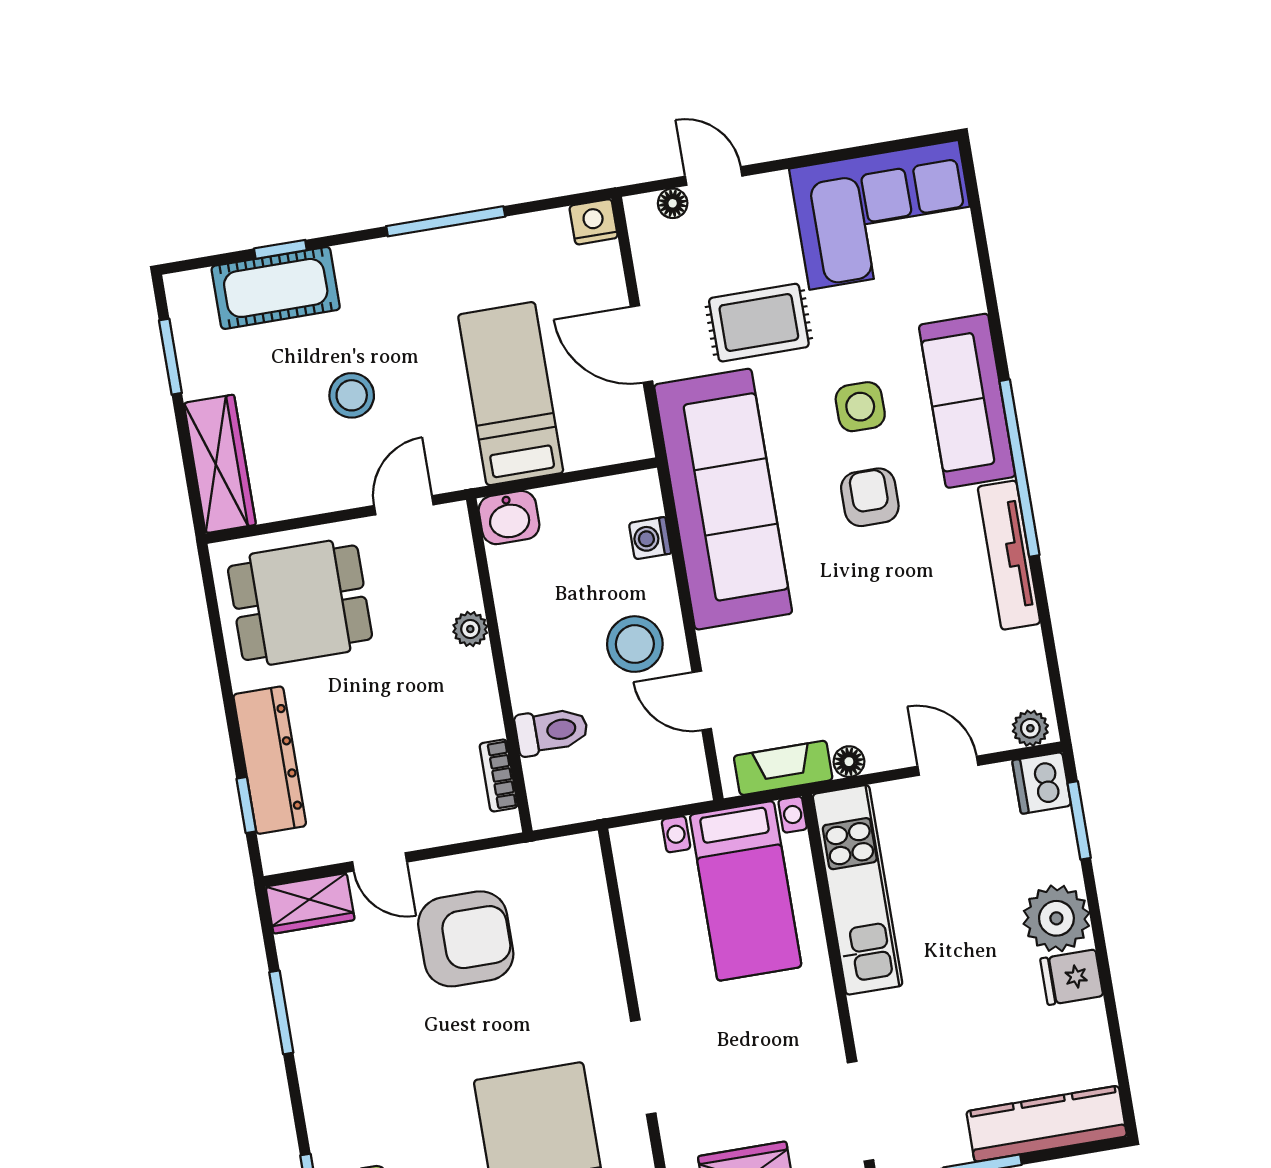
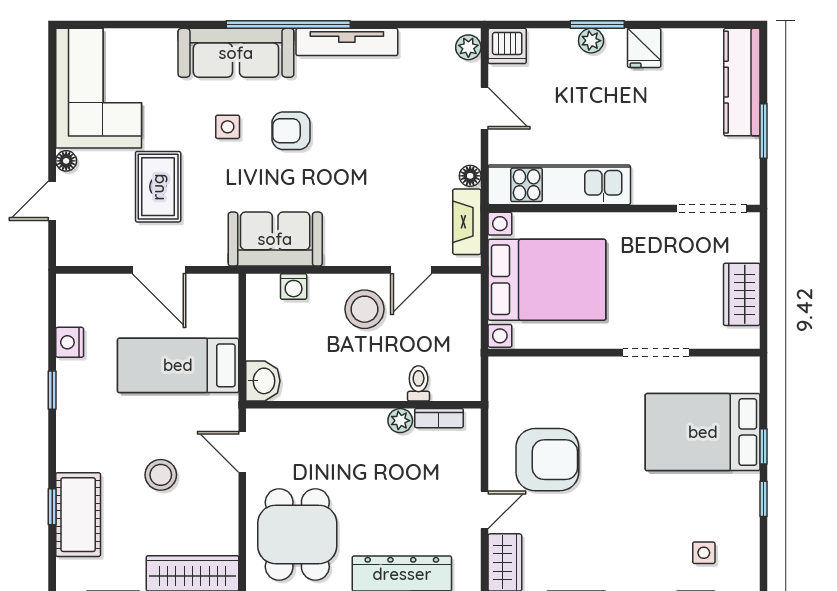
floor lamp: (673, 203) -> (66, 161), moved
window: (446, 221) -> (52, 390), width x0.46
nightstand: (594, 222) -> (70, 342), moved
door: (641, 344) -> (159, 270), hinge flipped
side table: (860, 407) -> (228, 127), width x0.73, depth x0.73
sofa: (723, 499) -> (275, 239), width x0.54, depth x0.79
plant: (470, 629) -> (400, 421), moved
toilet: (552, 731) -> (419, 383), width x0.73, depth x0.72
door: (948, 766) -> (484, 108), swing flipped
window: (1079, 820) -> (597, 25), moved
bed with nightstands: (746, 891) -> (547, 280), width x1.36
plant: (1056, 918) -> (591, 41), width x0.53, depth x0.53
armchair: (466, 939) -> (547, 460), turned 90

